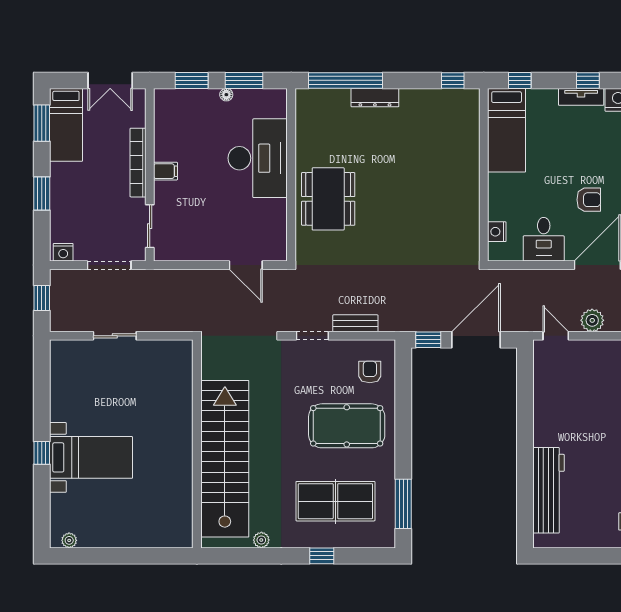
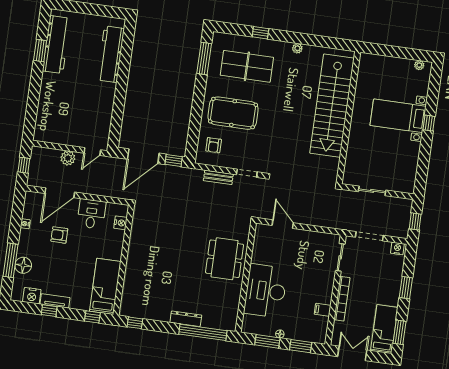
filing cabinet: (166, 171) -> (323, 310), moved
door: (556, 336) -> (92, 152), hinge flipped
wall: (197, 444) -> (348, 118), moved
stairs: (225, 459) -> (332, 106), moved

